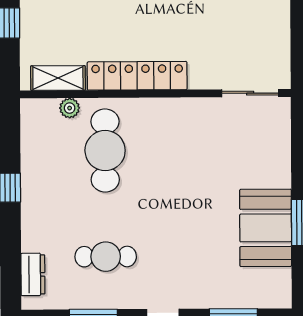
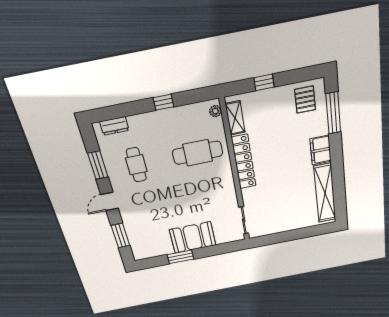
plant: (70, 108) -> (215, 111), moved
booth: (266, 228) -> (193, 237), moved

